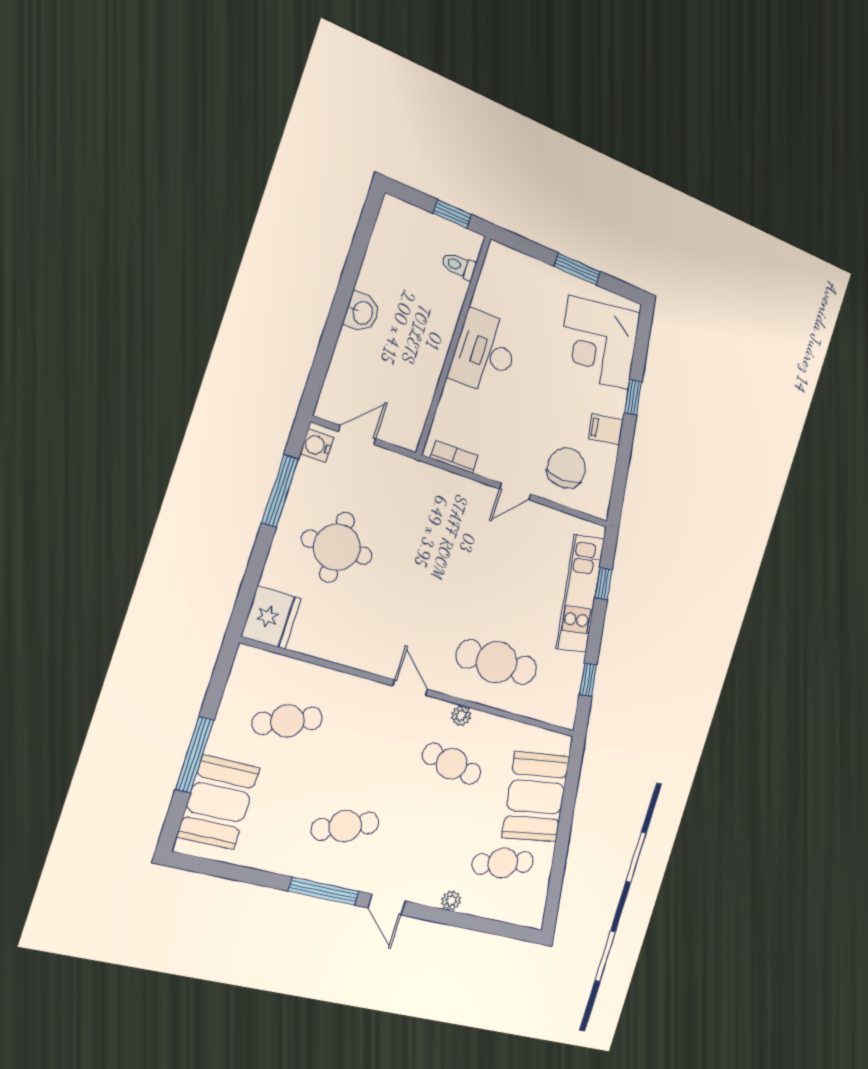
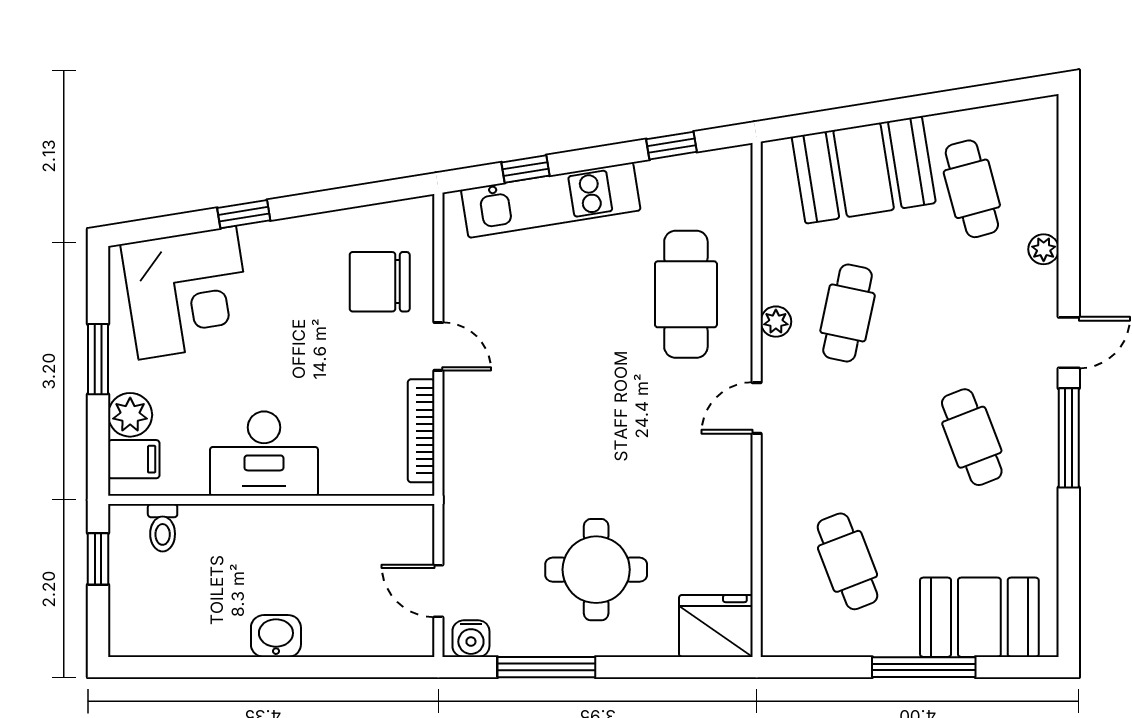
plant: (537, 275) -> (130, 415), added
filing cabinet: (606, 429) -> (134, 459), moved, turned -81
bookcase: (454, 457) -> (421, 431), width x1.56

